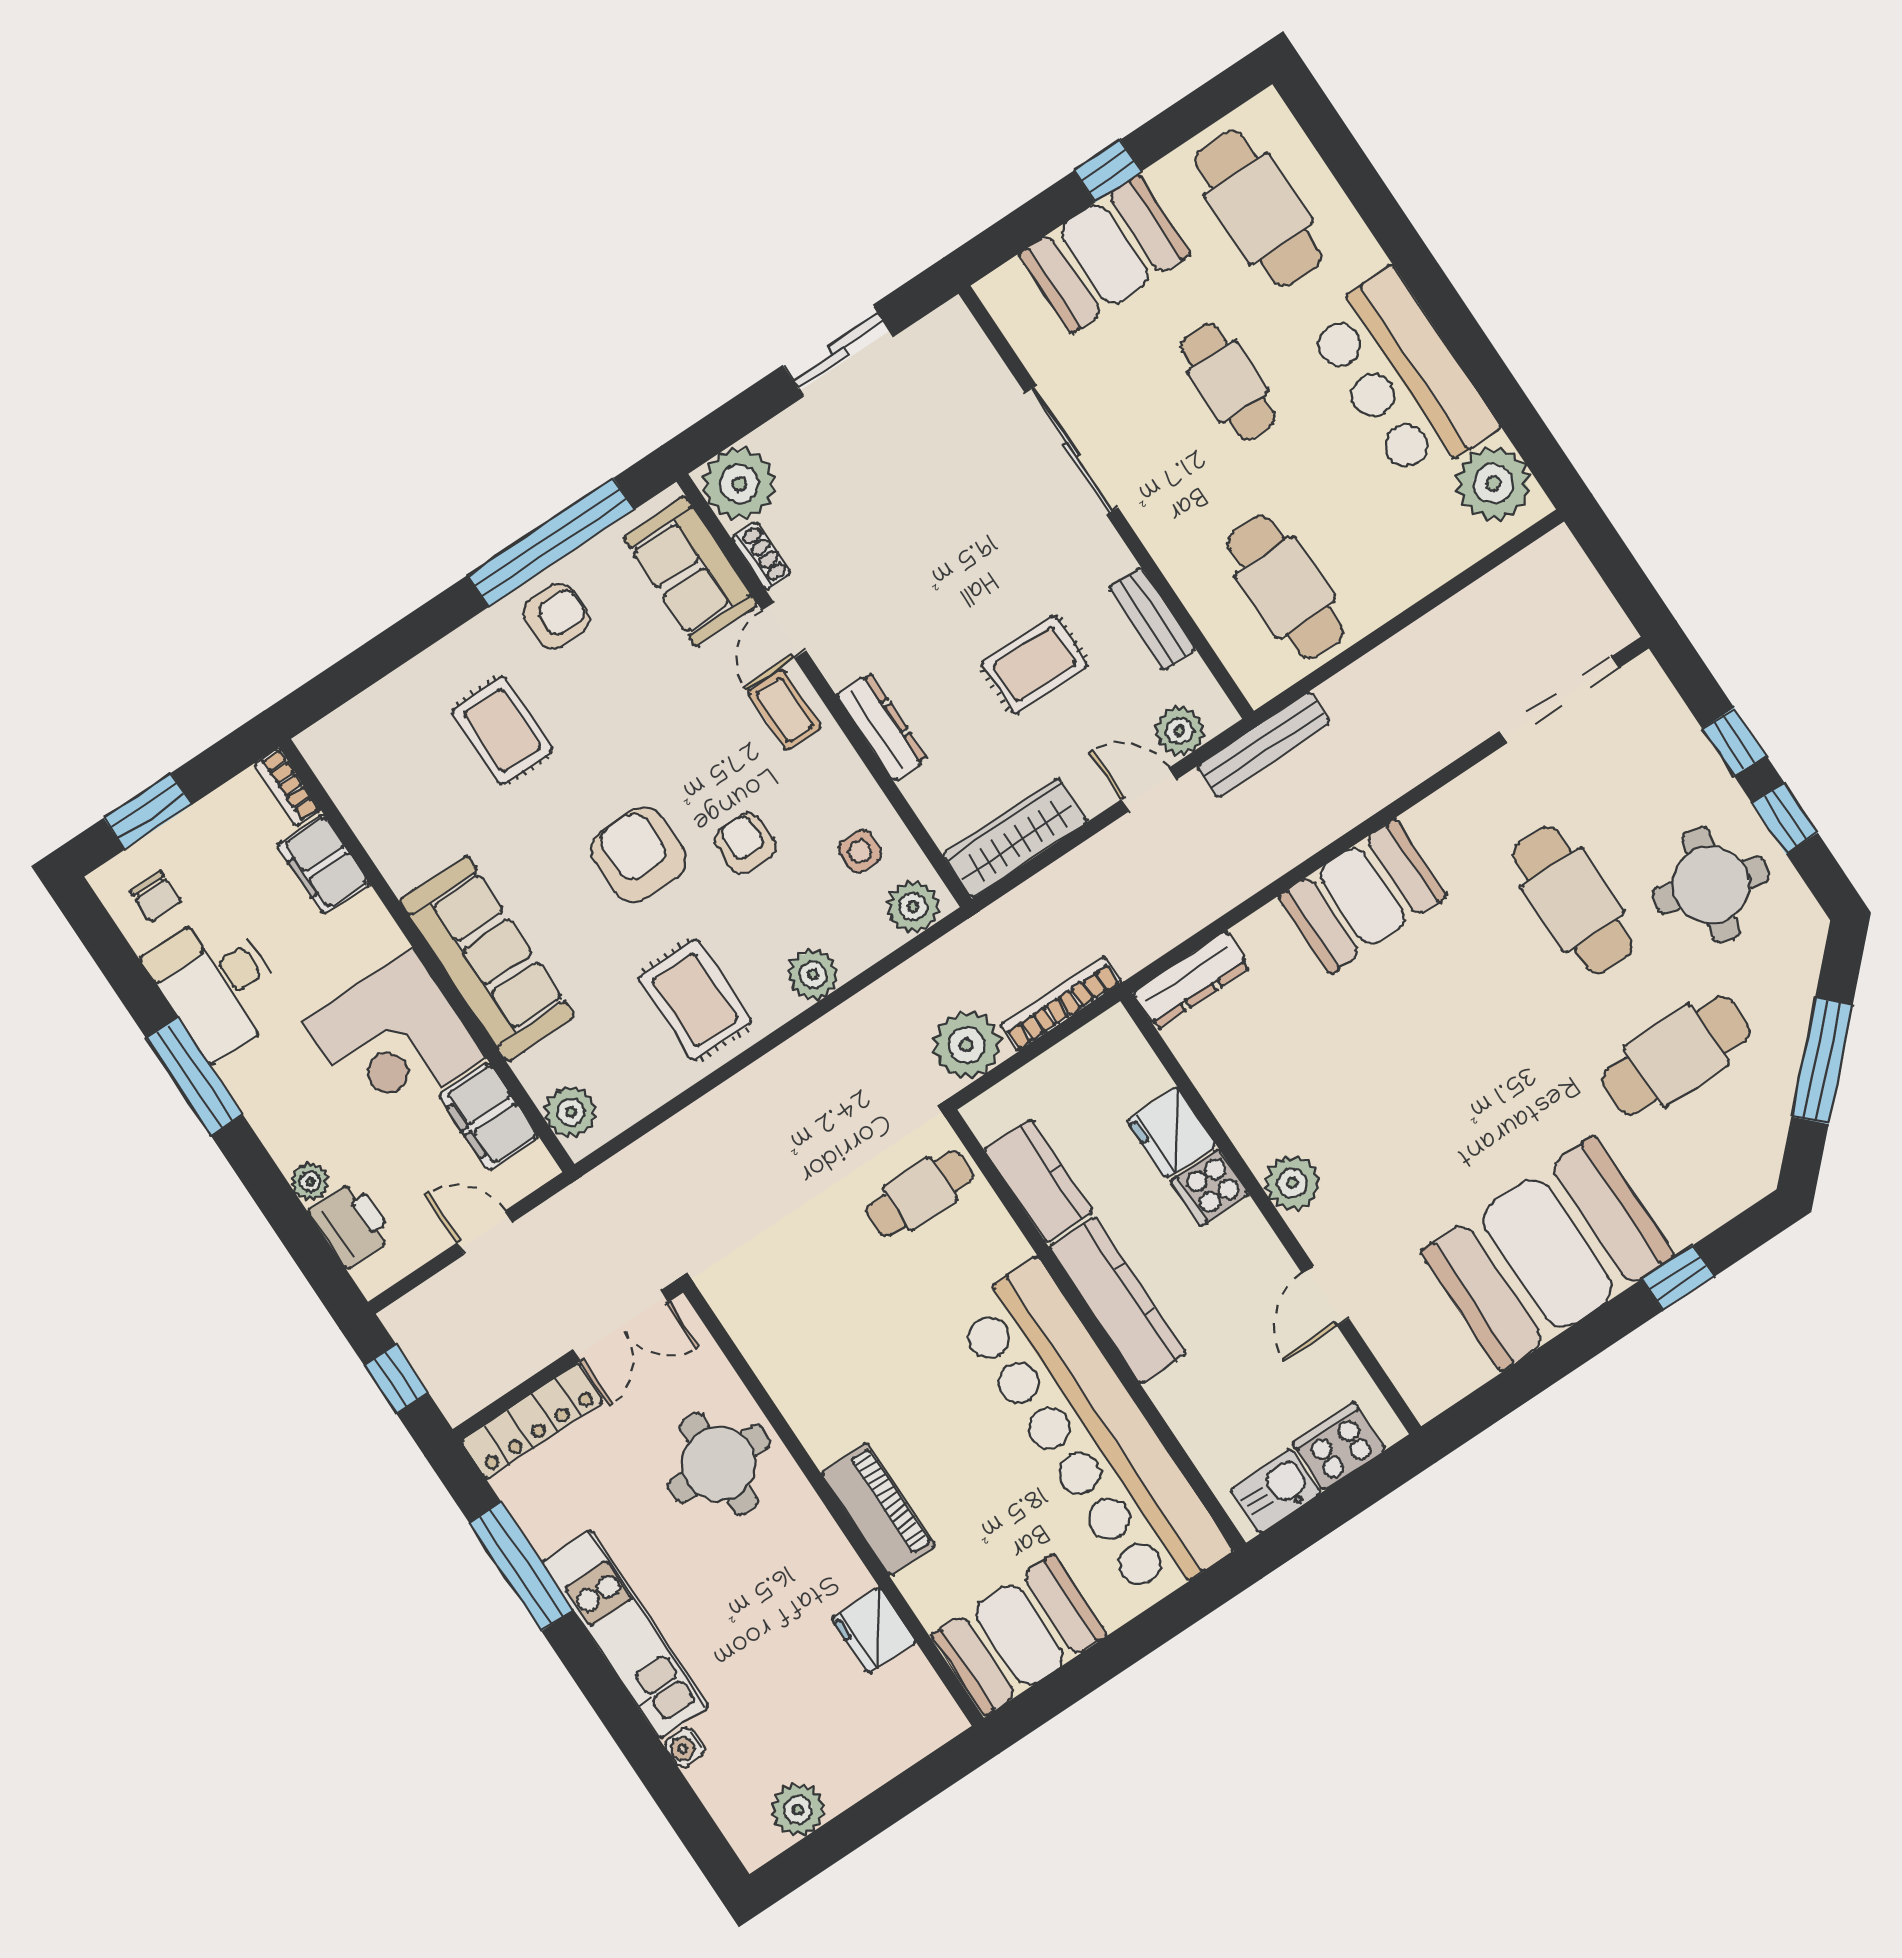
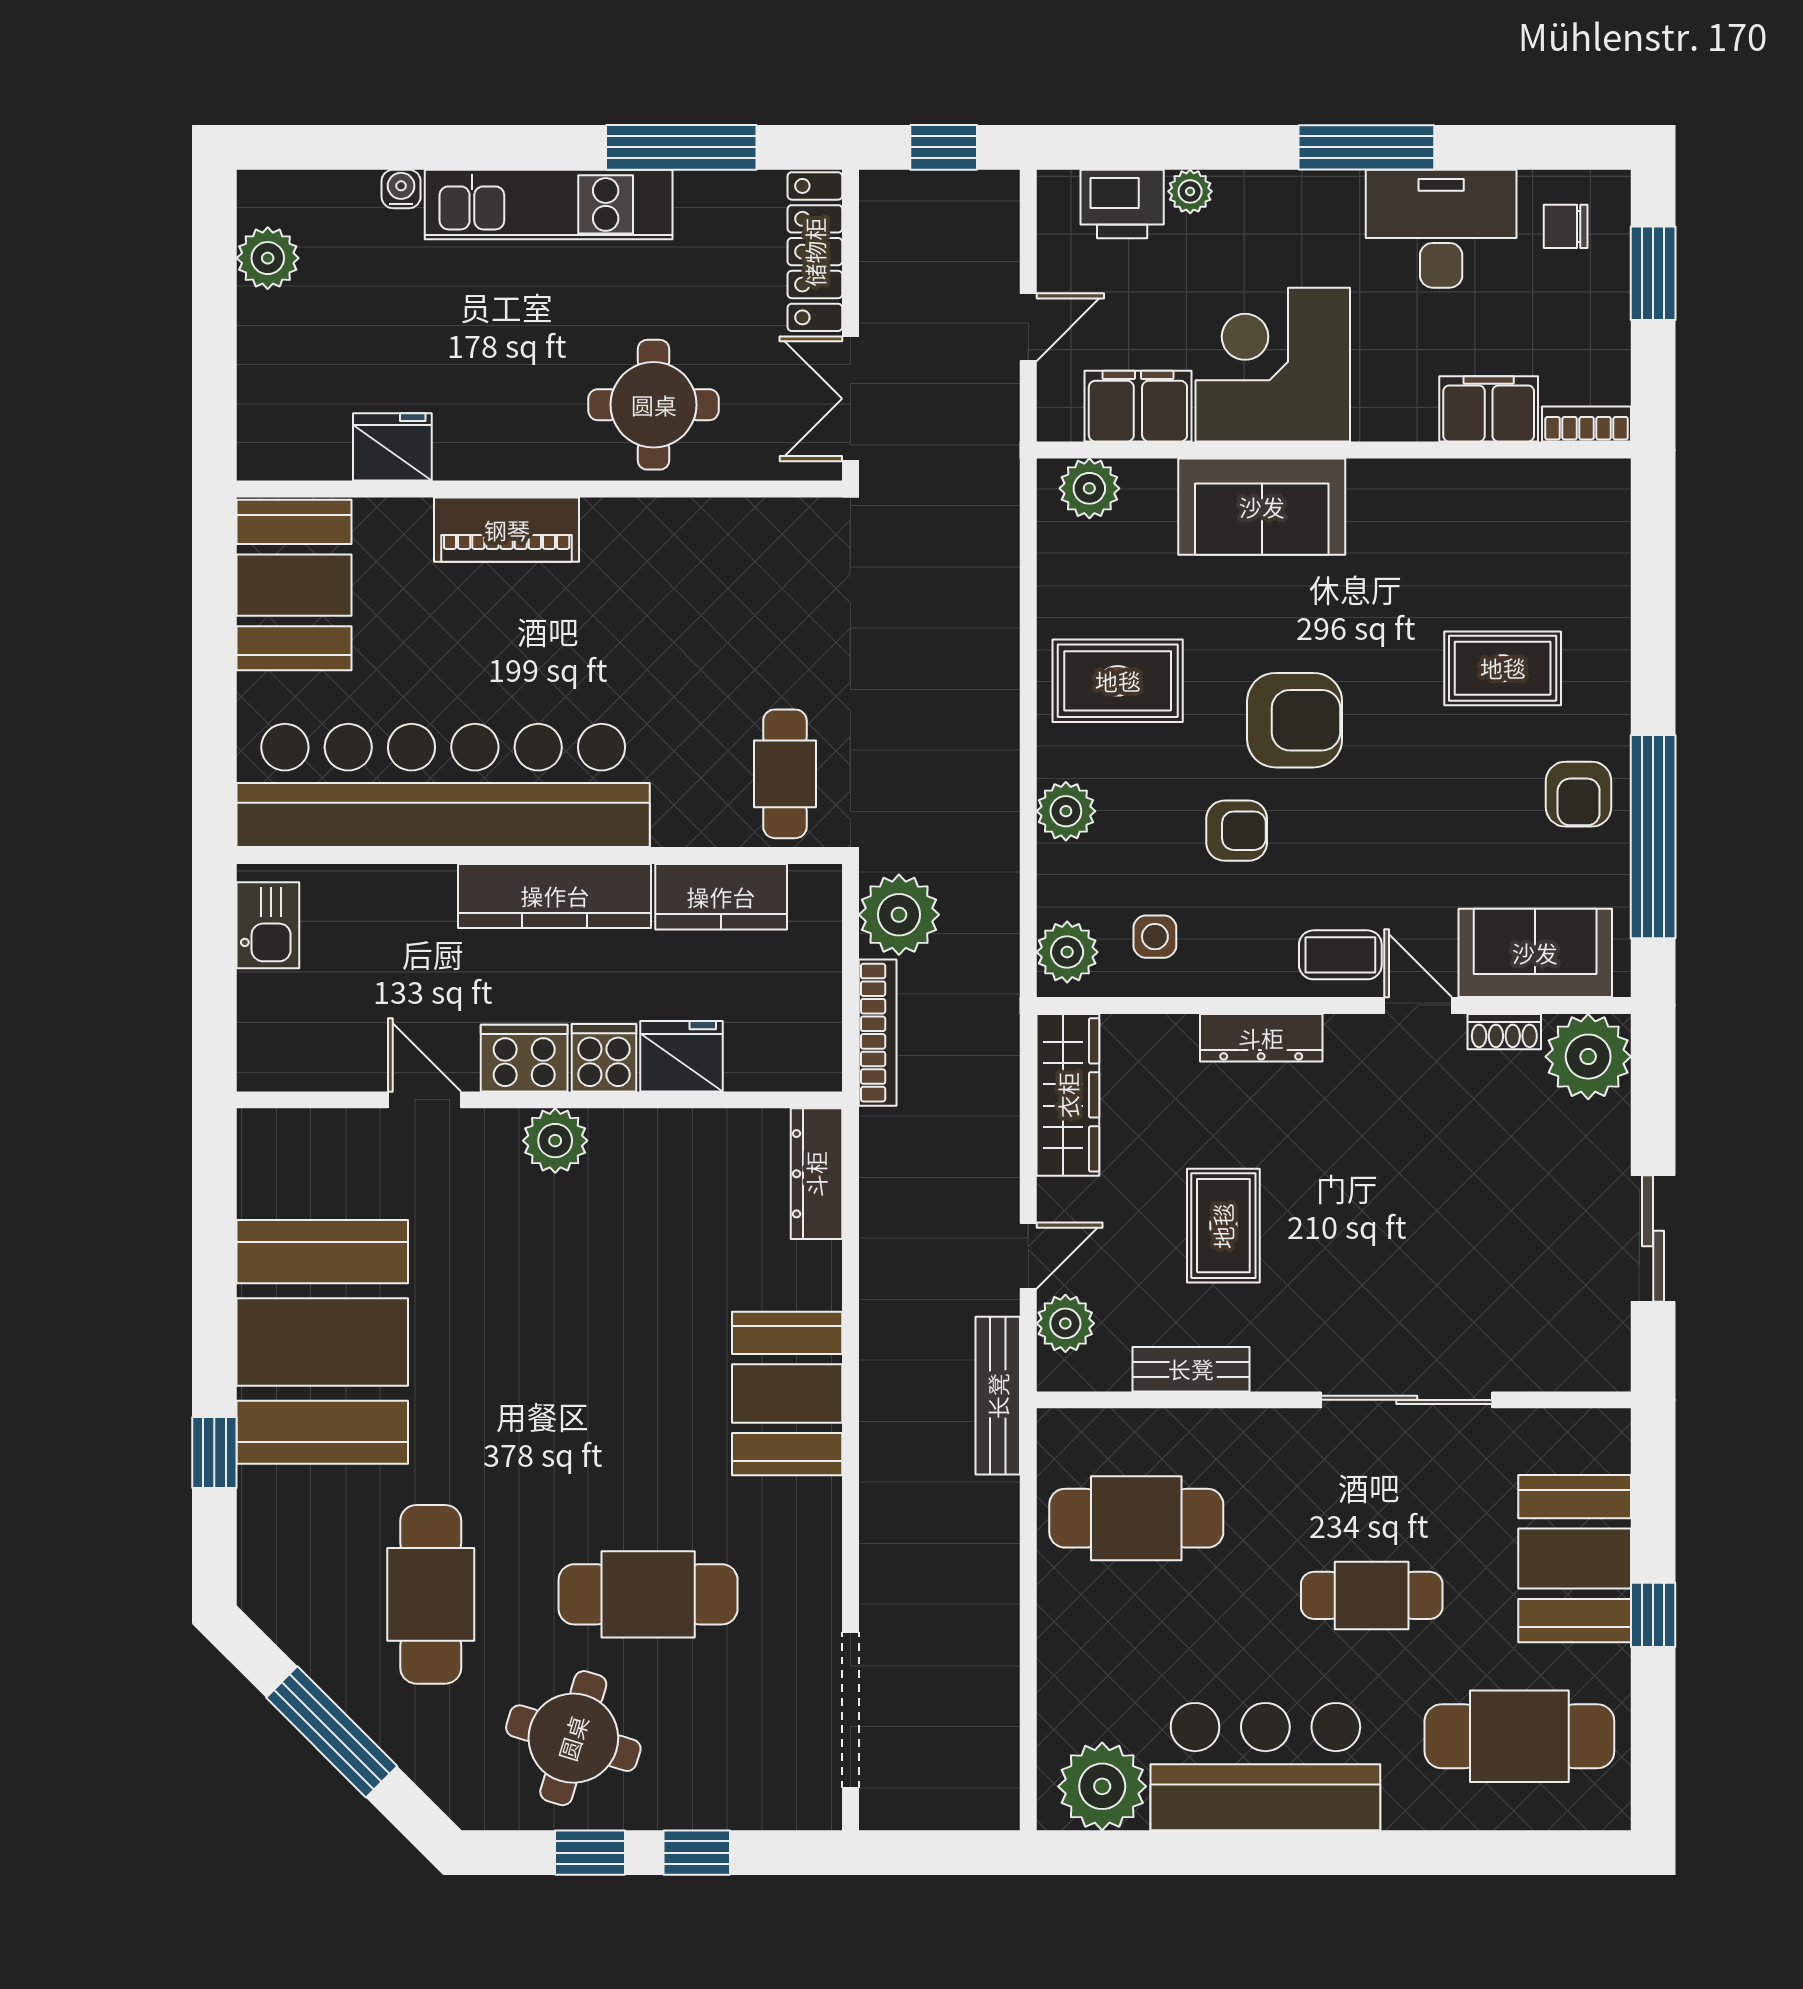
sofa: (487, 958) -> (1262, 507), width x0.73
cooker: (1339, 1446) -> (524, 1058), moved, turned -90

